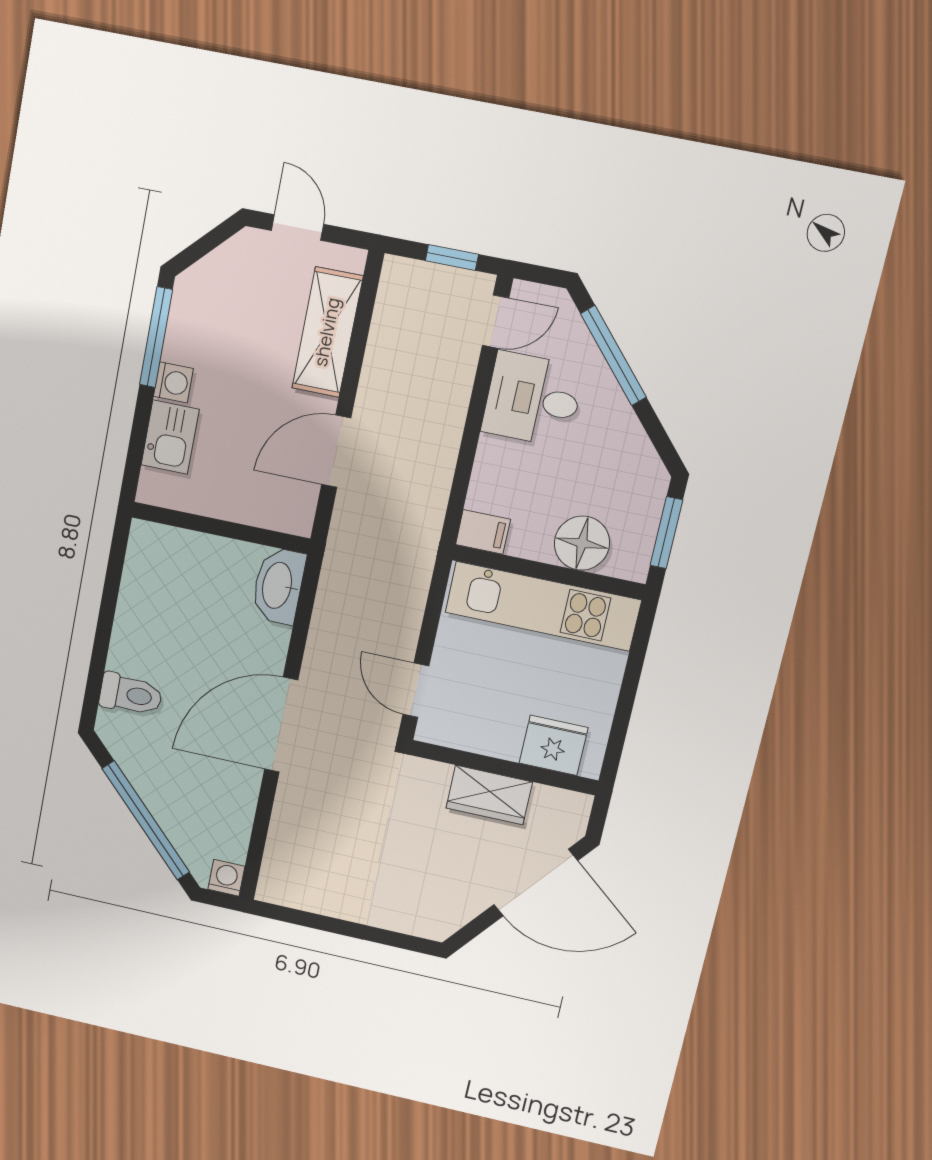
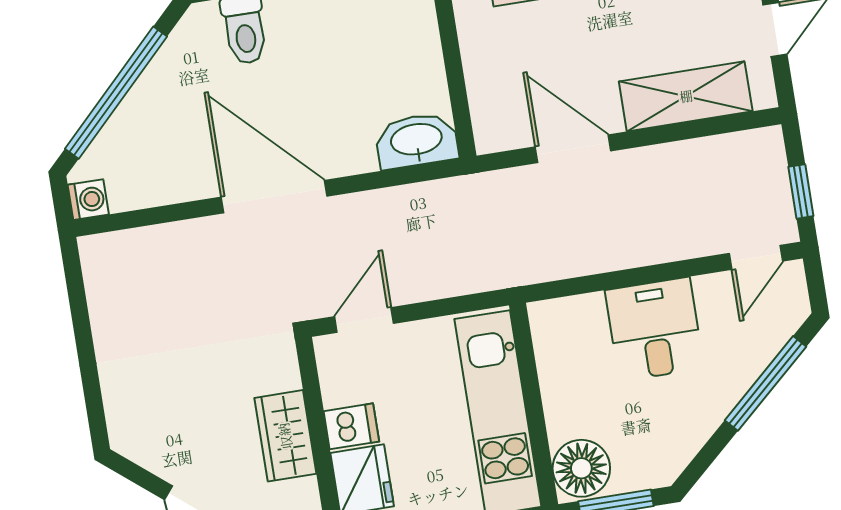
door: (496, 322) -> (756, 257), hinge flipped
desk: (533, 399) -> (655, 329), moved
filing cabinet: (483, 532) -> (549, 325), removed
floor lamp: (582, 543) -> (581, 468), moved
dishwasher: (504, 736) -> (351, 426), added

